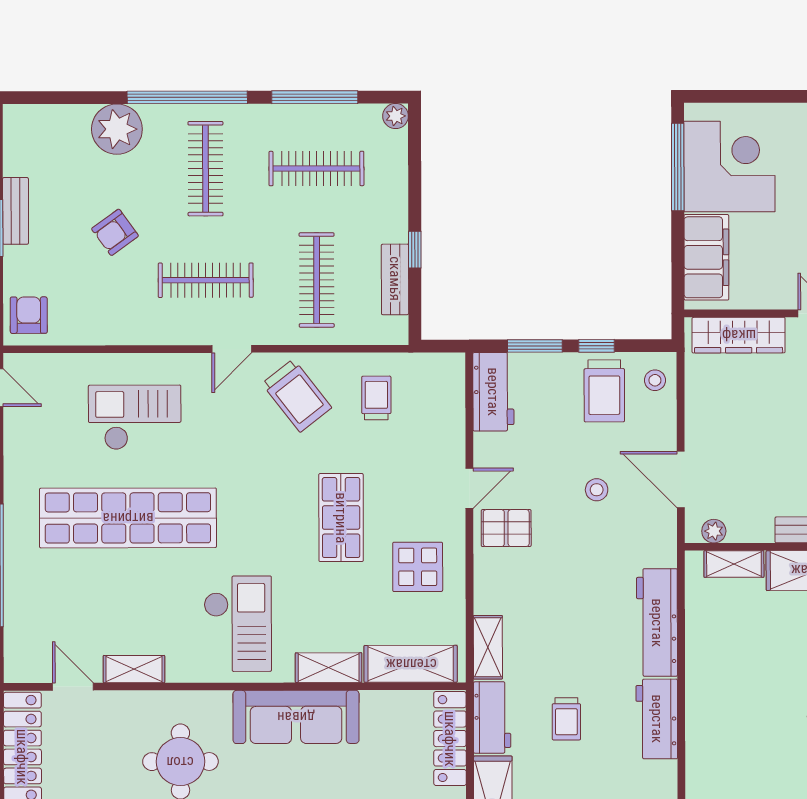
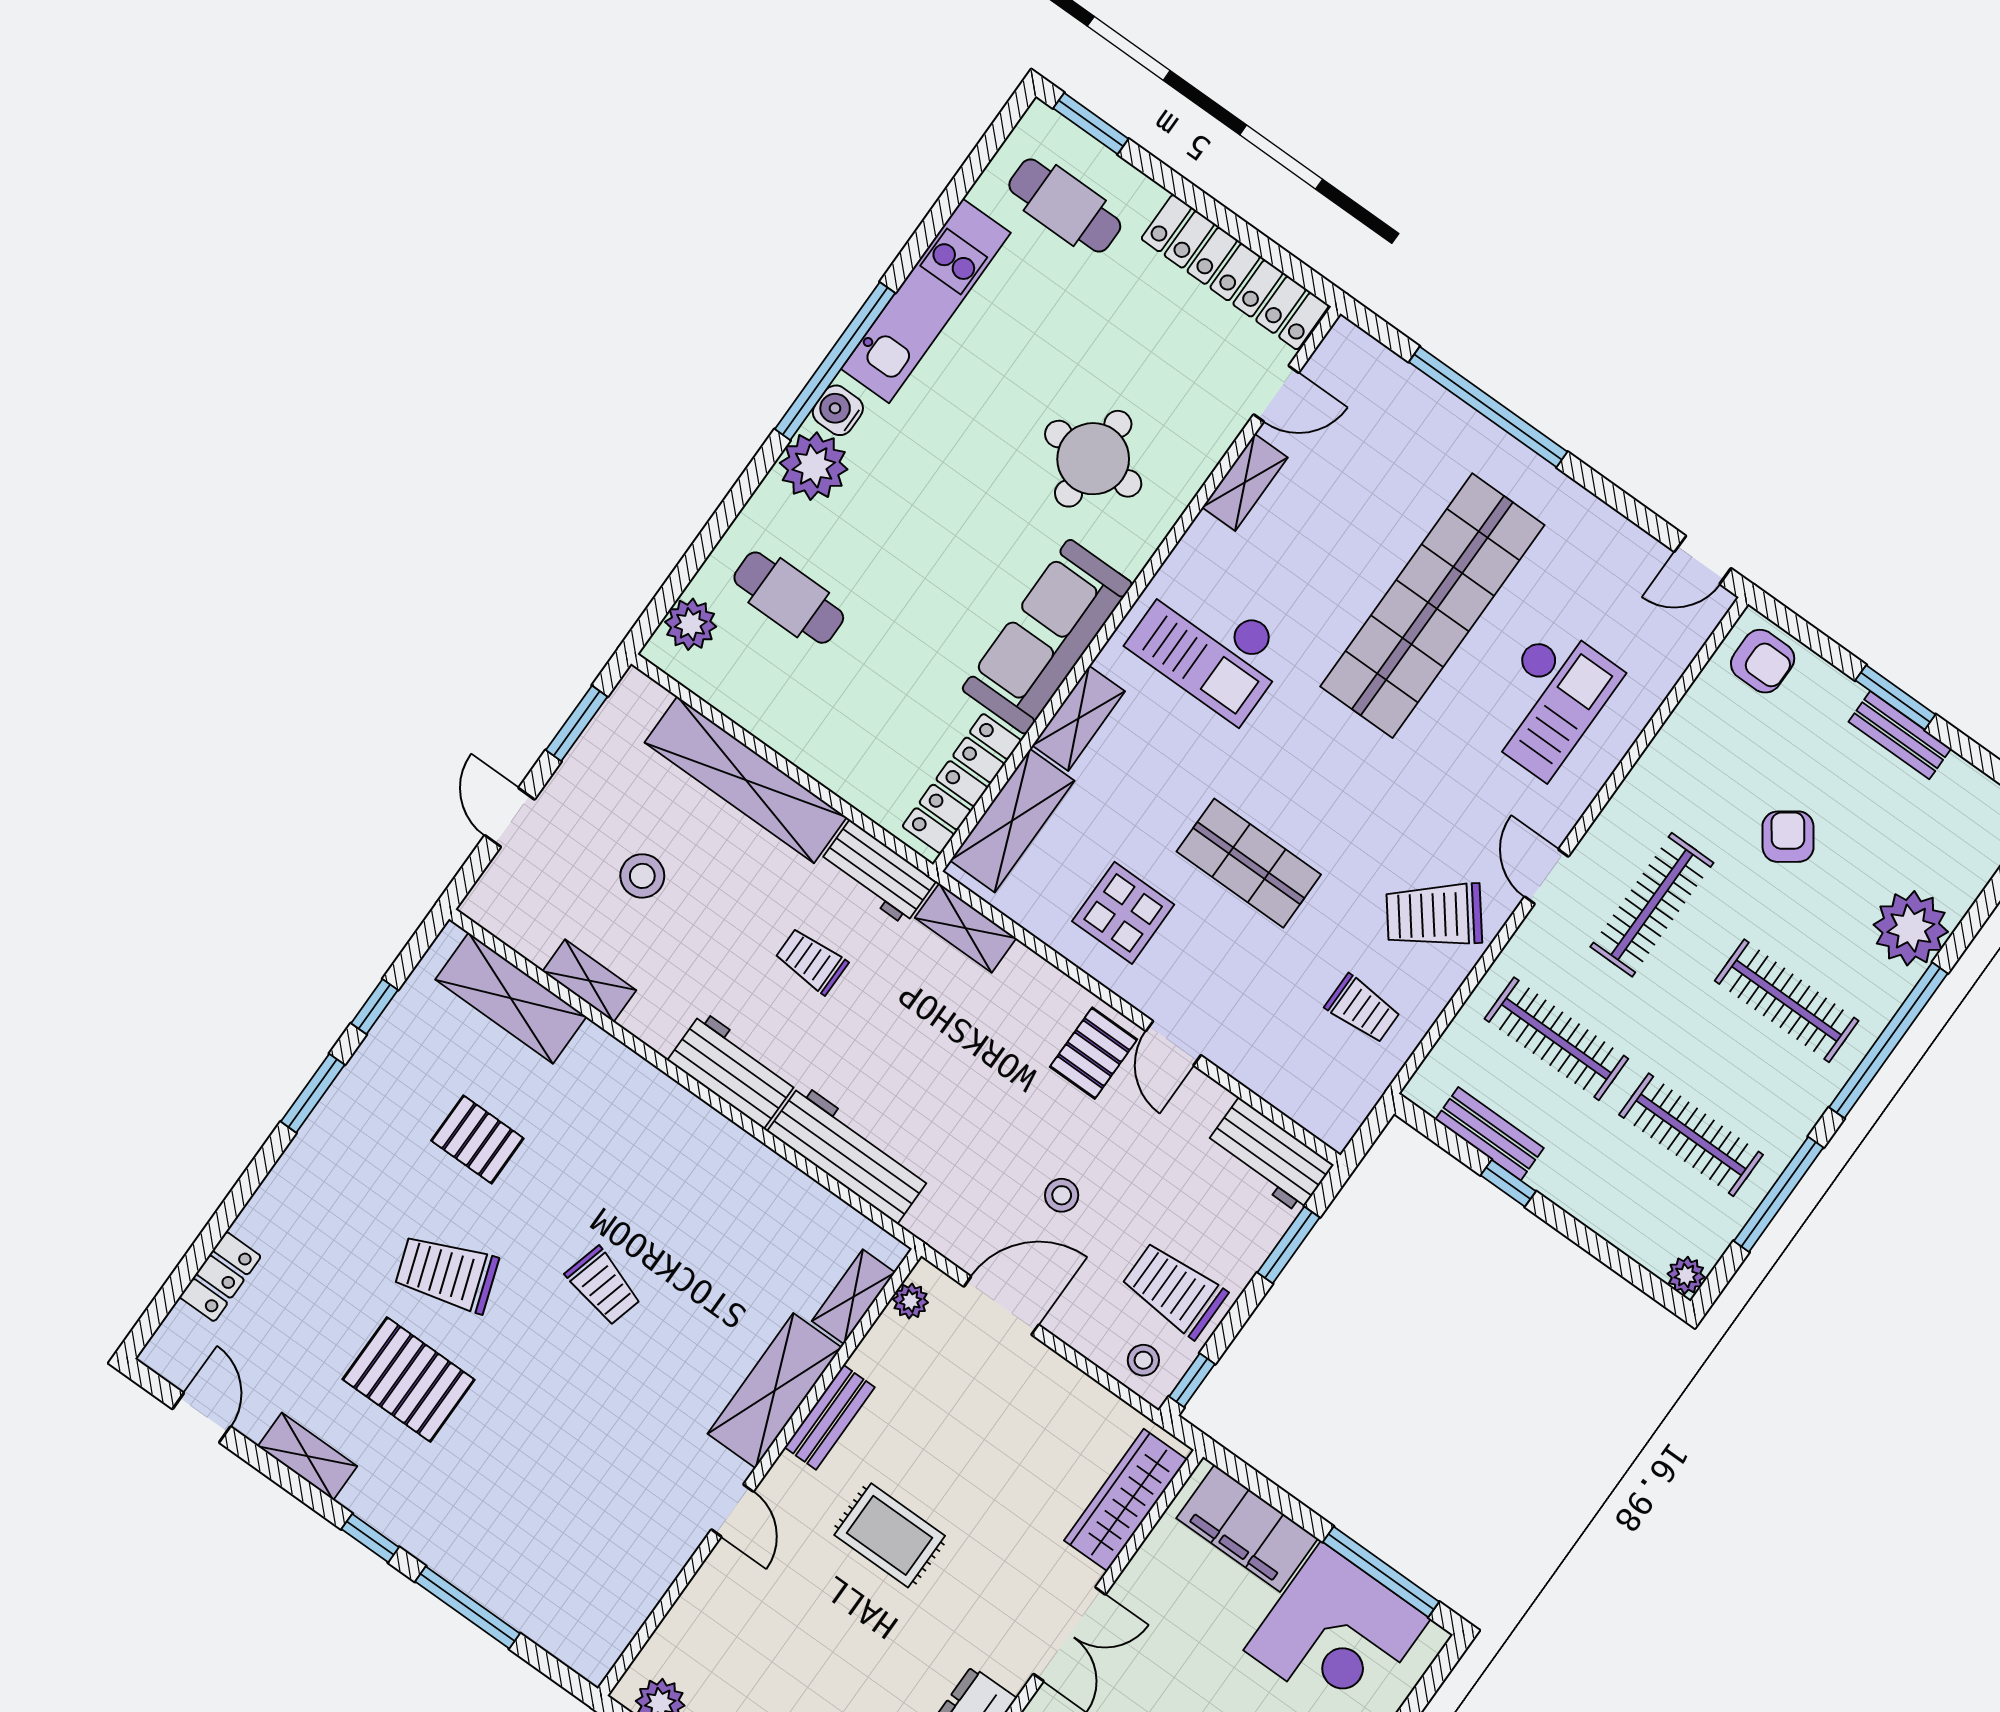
clothes rail: (316, 168) -> (1691, 1135), turned 90
window: (596, 346) -> (1192, 1380), moved
locker: (450, 739) -> (962, 784), moved, turned -90

